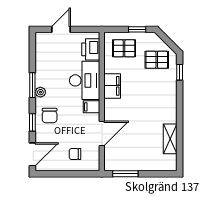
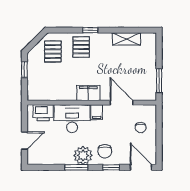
door: (61, 29) -> (24, 141), swing flipped
pallet: (124, 48) -> (81, 47), moved
window: (180, 72) -> (90, 30), moved
filing cabinet: (112, 86) -> (88, 93), moved
plant: (40, 92) -> (83, 155), width x1.88, depth x1.88
chair: (50, 116) -> (105, 151), turned 90

